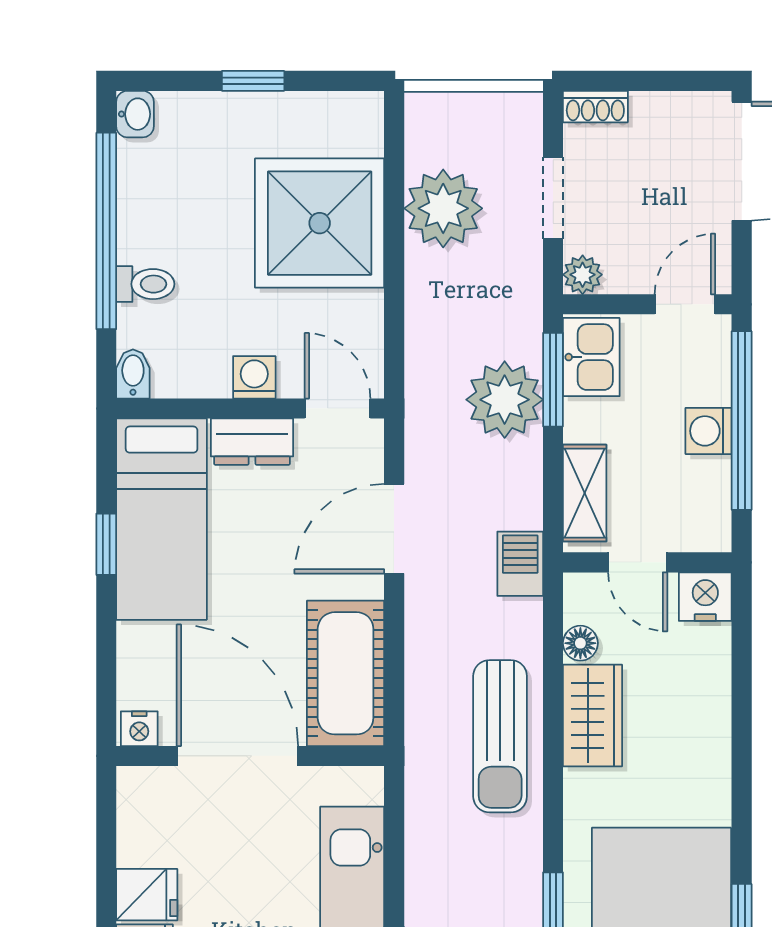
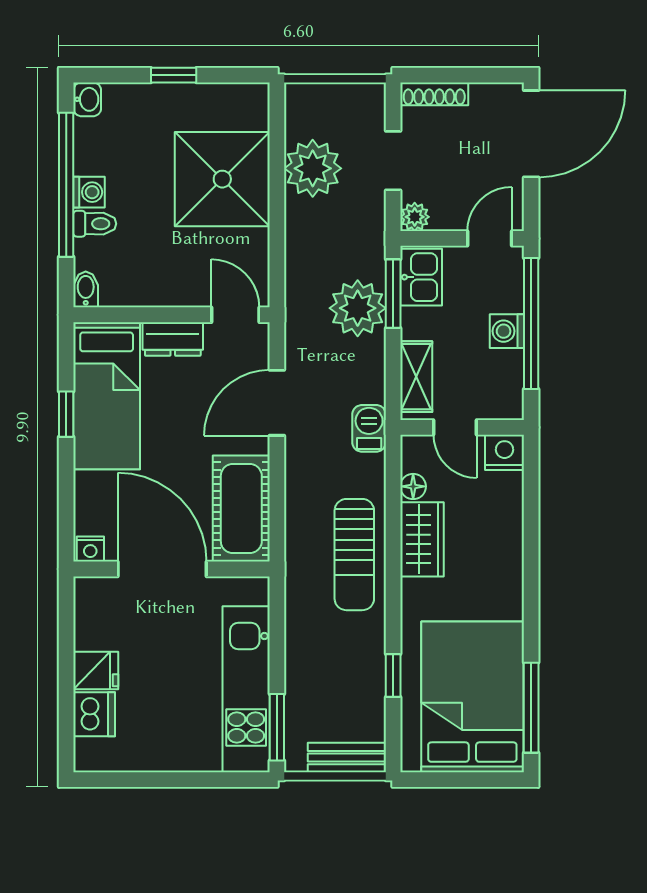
shoe rack: (595, 107) -> (434, 94), width x1.43
washing machine: (254, 377) -> (89, 192), moved, turned 90

